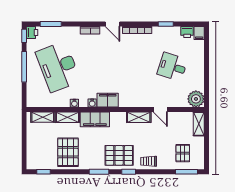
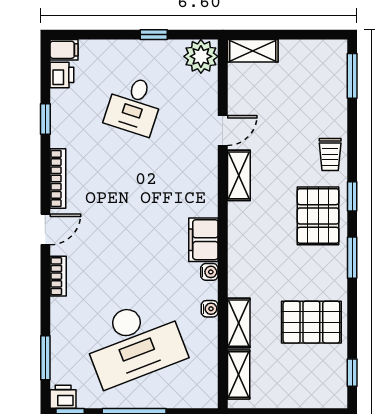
window: (206, 76) -> (154, 35), added
filing cabinet: (95, 119) -> (243, 266), removed
pallet: (183, 153) -> (313, 84), removed

